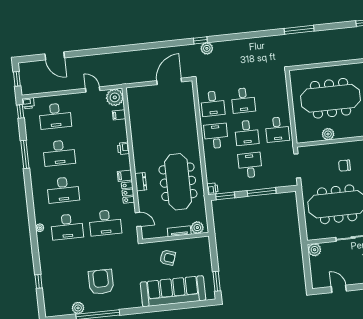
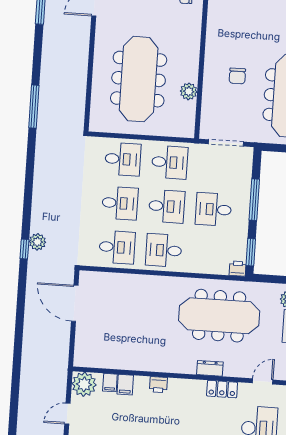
desk: (274, 97) -> (123, 159), added
filing cabinet: (125, 176) -> (125, 385), moved

